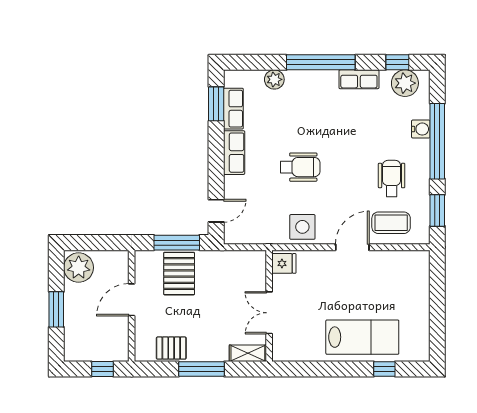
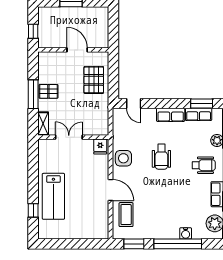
wheelchair: (392, 178) -> (204, 165), moved
window: (177, 243) -> (113, 78), removed
plant: (79, 268) -> (98, 16), removed
pallet: (179, 274) -> (94, 80), turned 90
pallet: (171, 348) -> (48, 91), moved, turned 90

